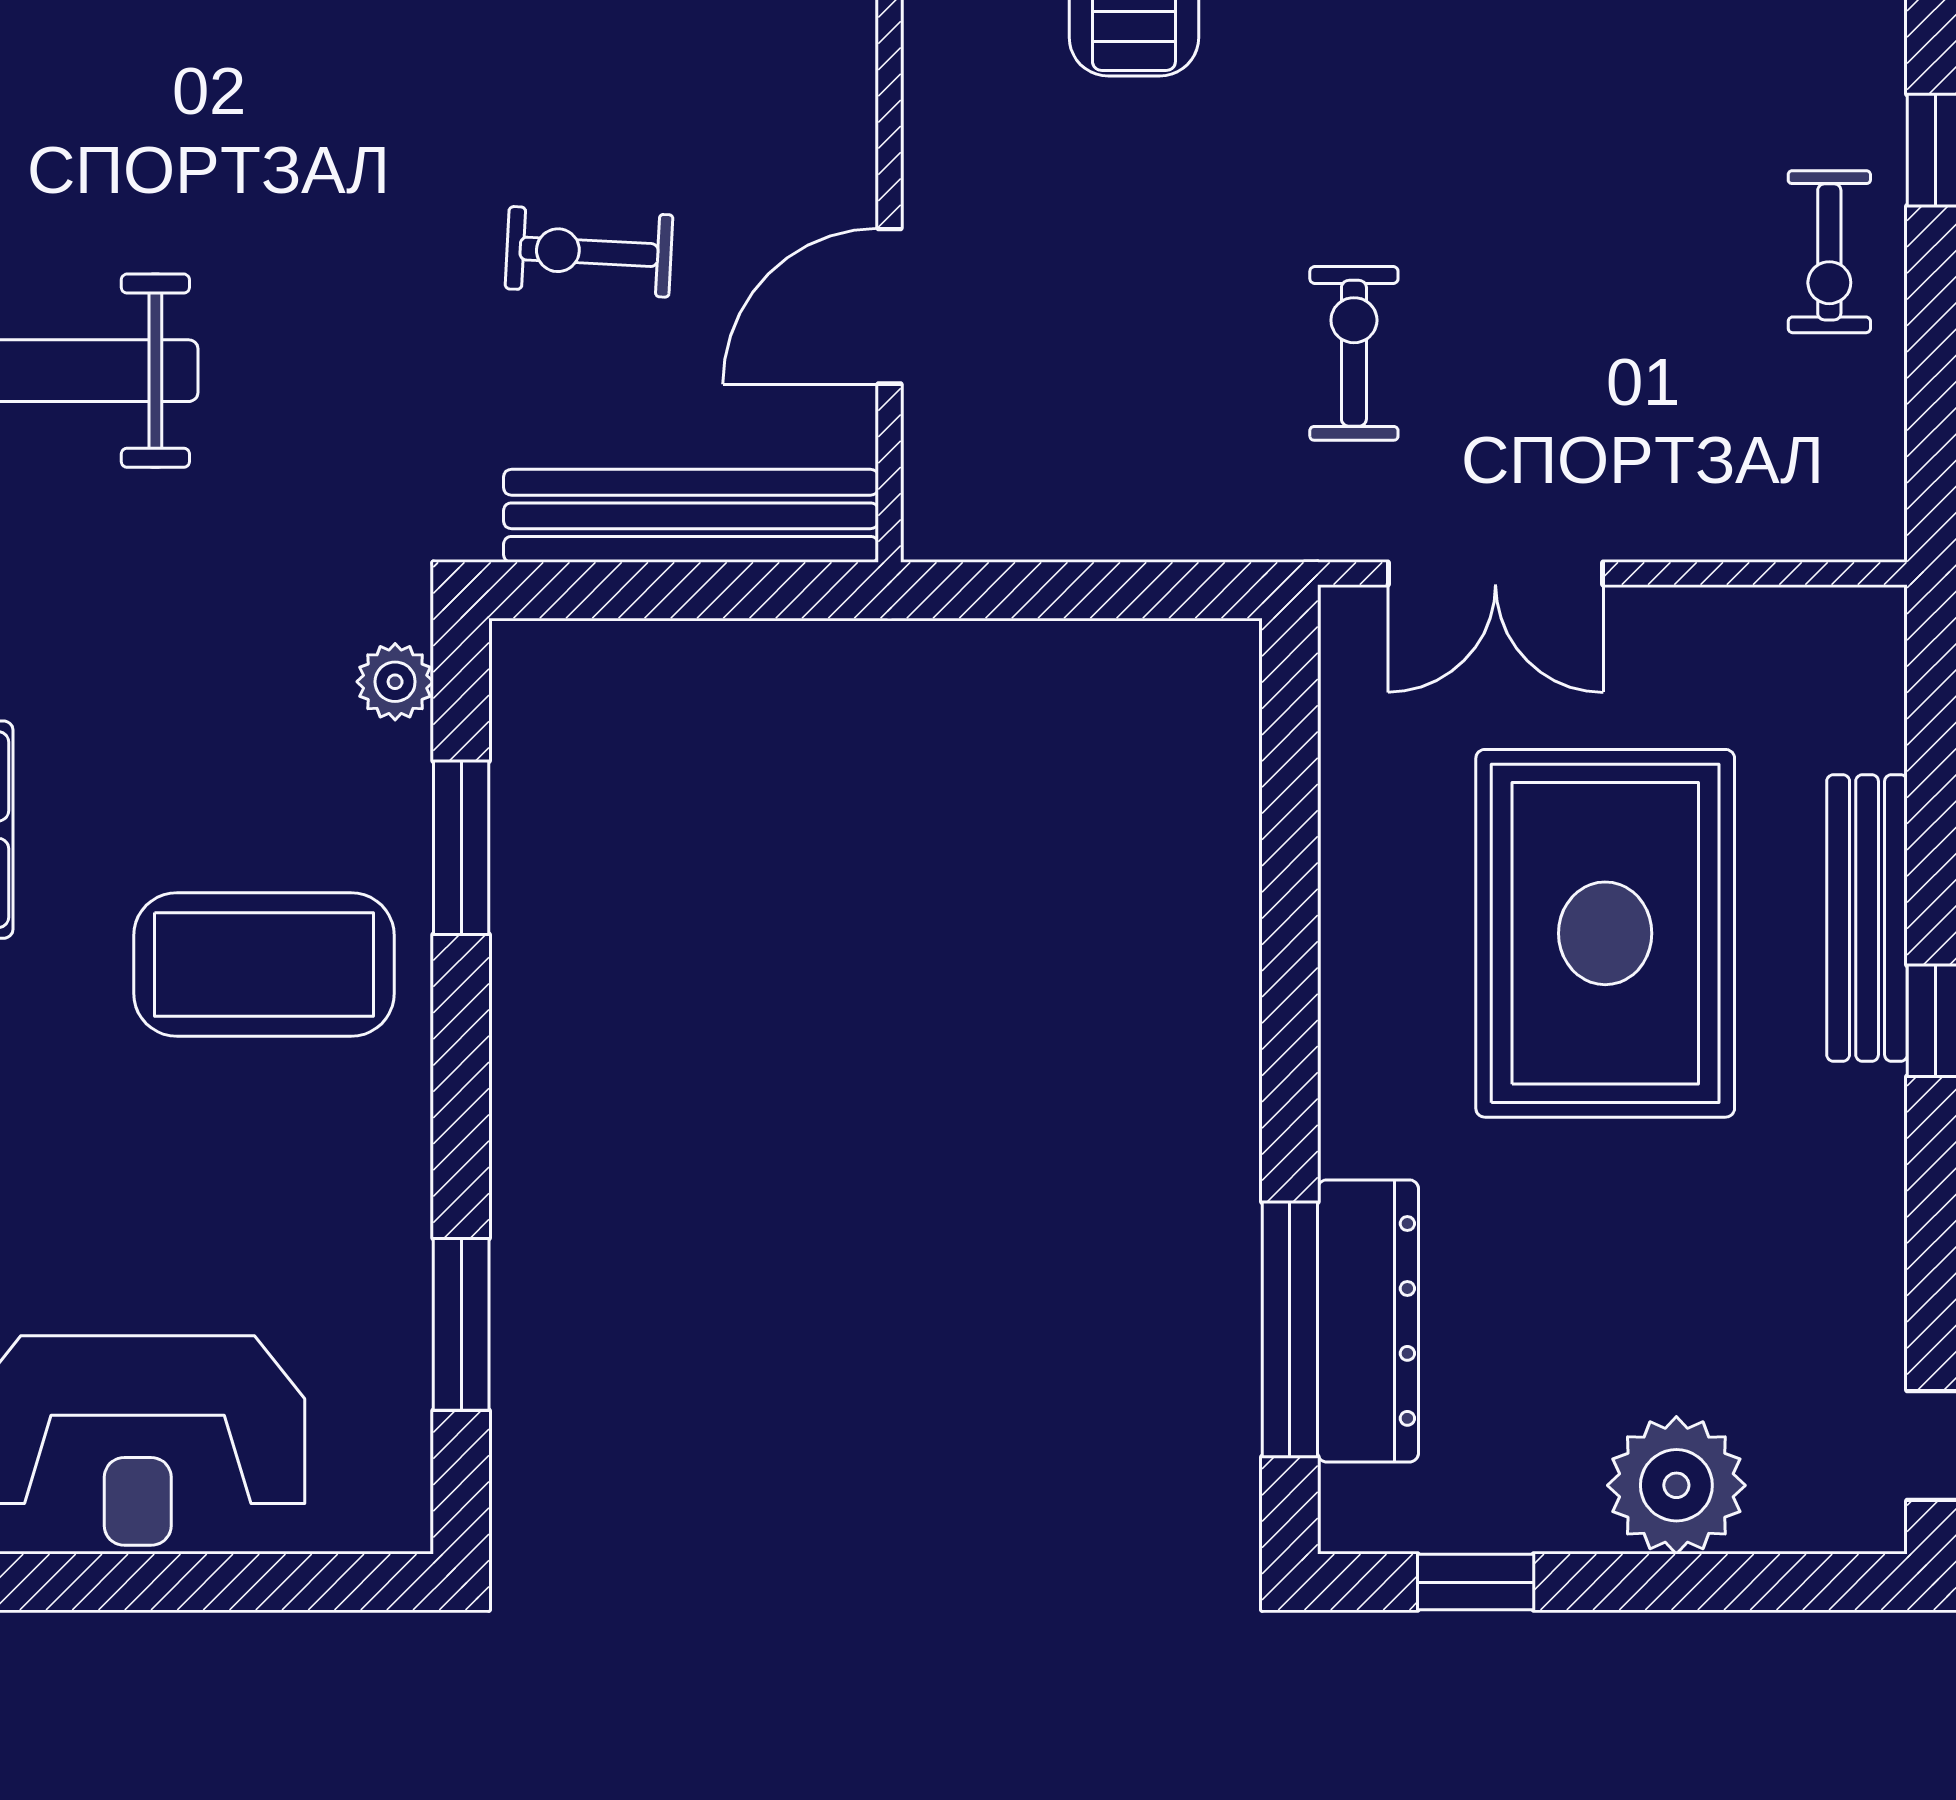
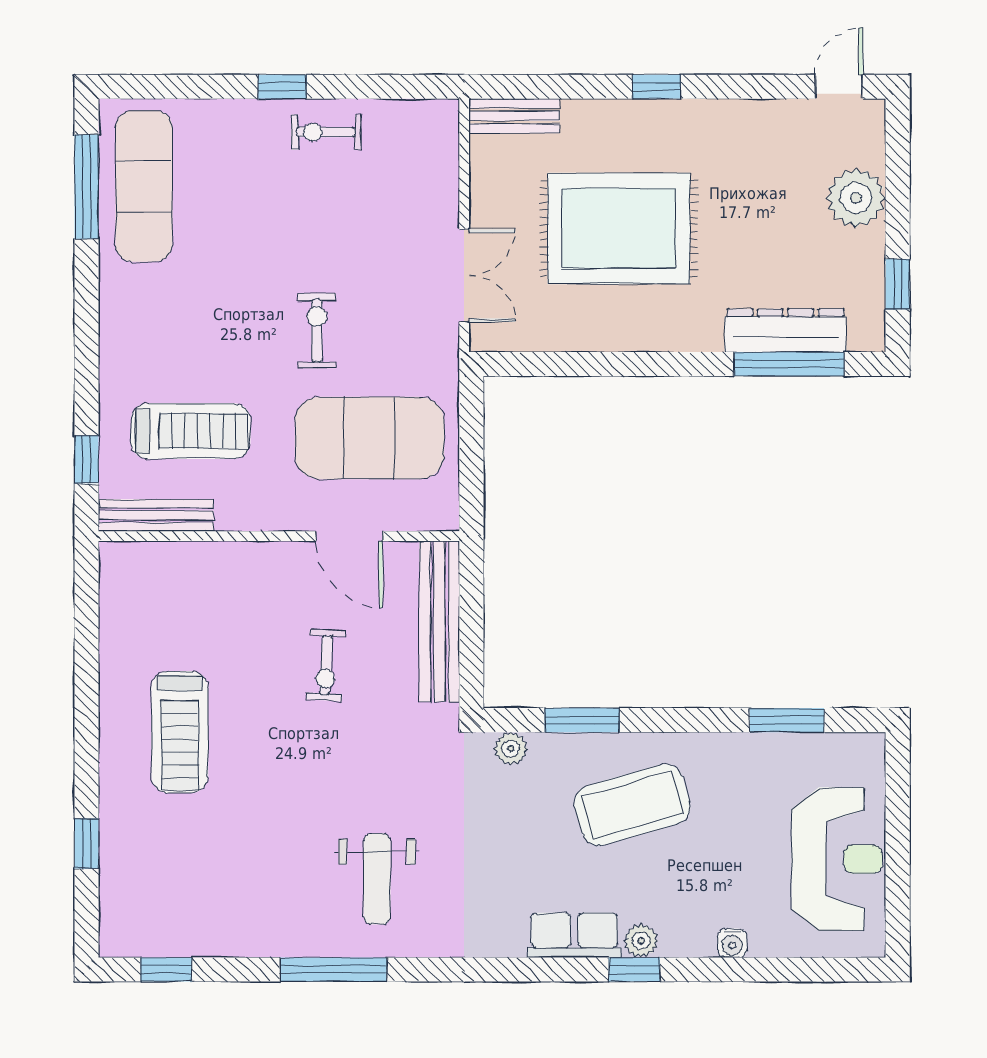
exercise bike: (1829, 252) -> (326, 132), turned 180
exercise mat: (1118, 353) -> (369, 438), added
exercise bike: (1354, 353) -> (317, 331), moved, turned 90
bench: (1867, 918) -> (514, 116), moved, width x0.73
coffee table: (264, 964) -> (632, 805), turned 74

